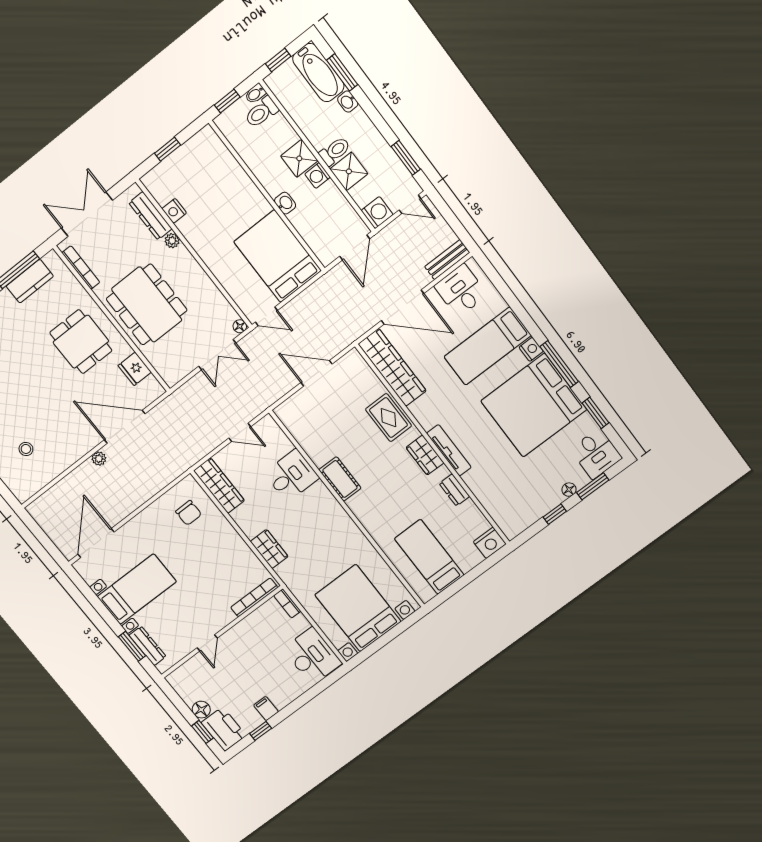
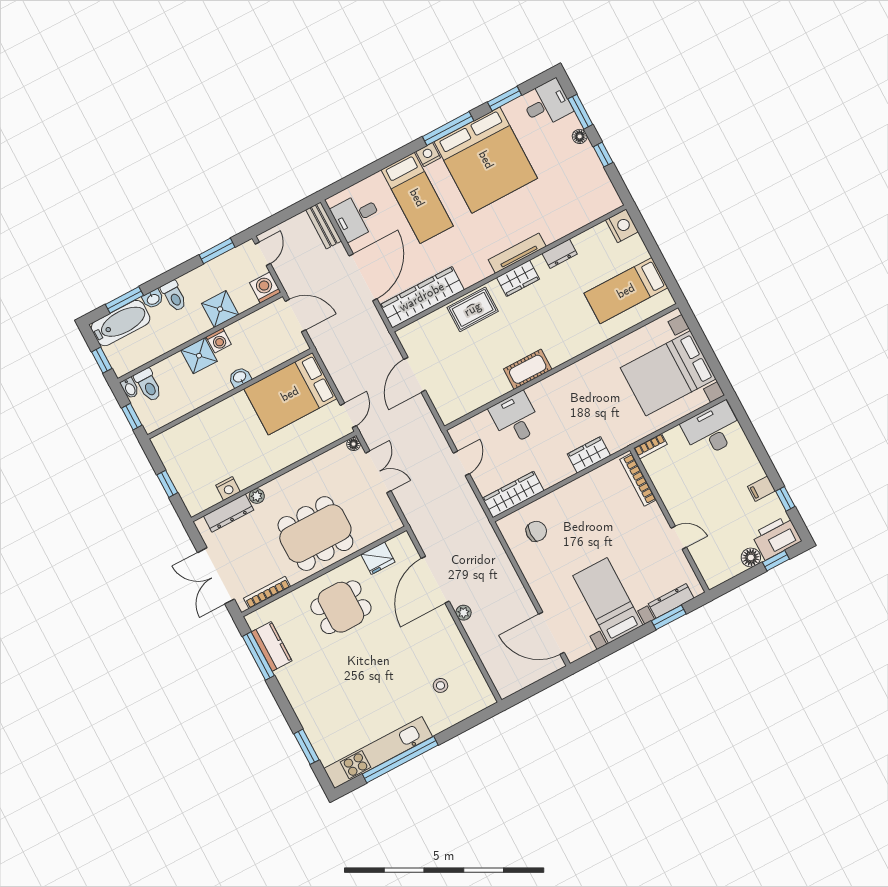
toilet: (335, 151) -> (174, 296), moved, turned 180

